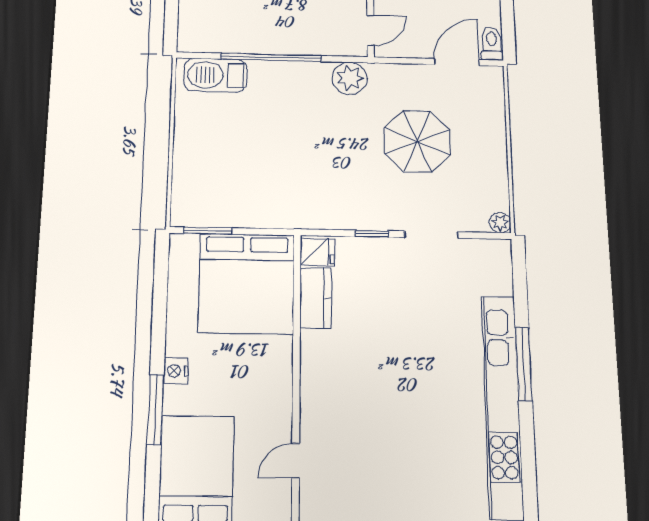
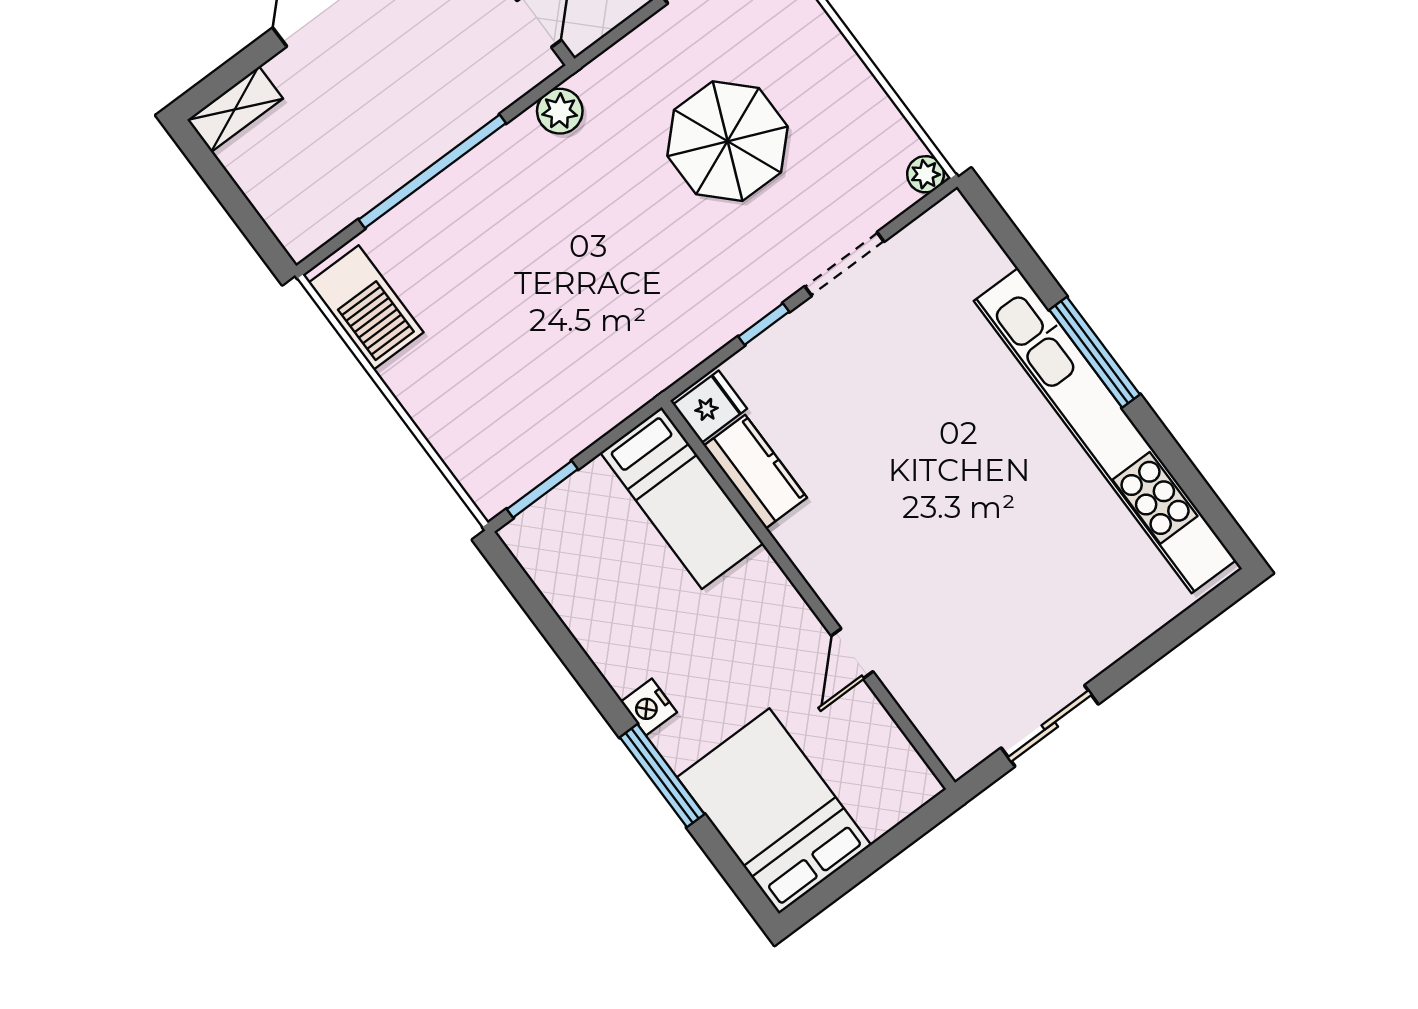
barbecue: (215, 75) -> (366, 307), moved, turned -90
plant: (350, 78) -> (560, 111), width x0.73, depth x0.73
bed: (247, 283) -> (682, 498), width x0.49
door: (296, 461) -> (852, 654), moved

